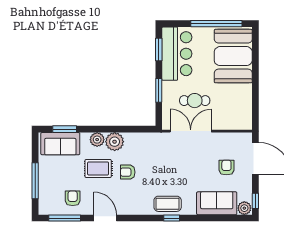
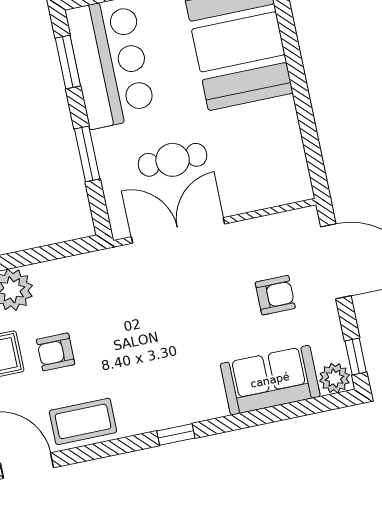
armchair: (226, 167) -> (275, 295), turned 90
coffee table: (168, 204) -> (83, 421), moved

